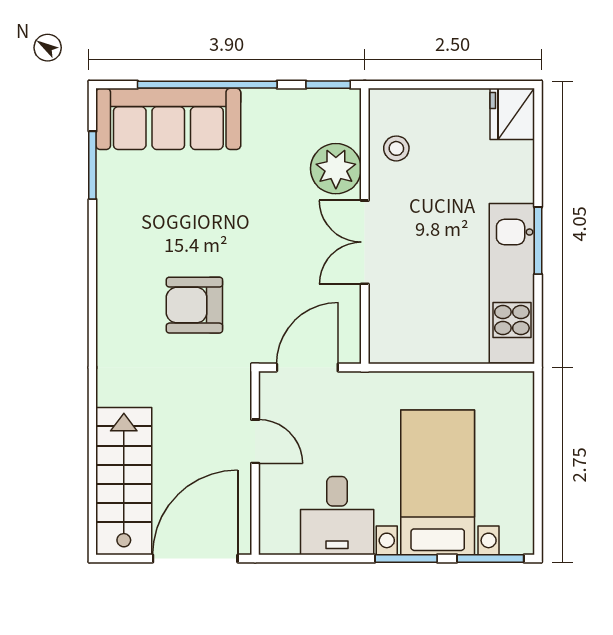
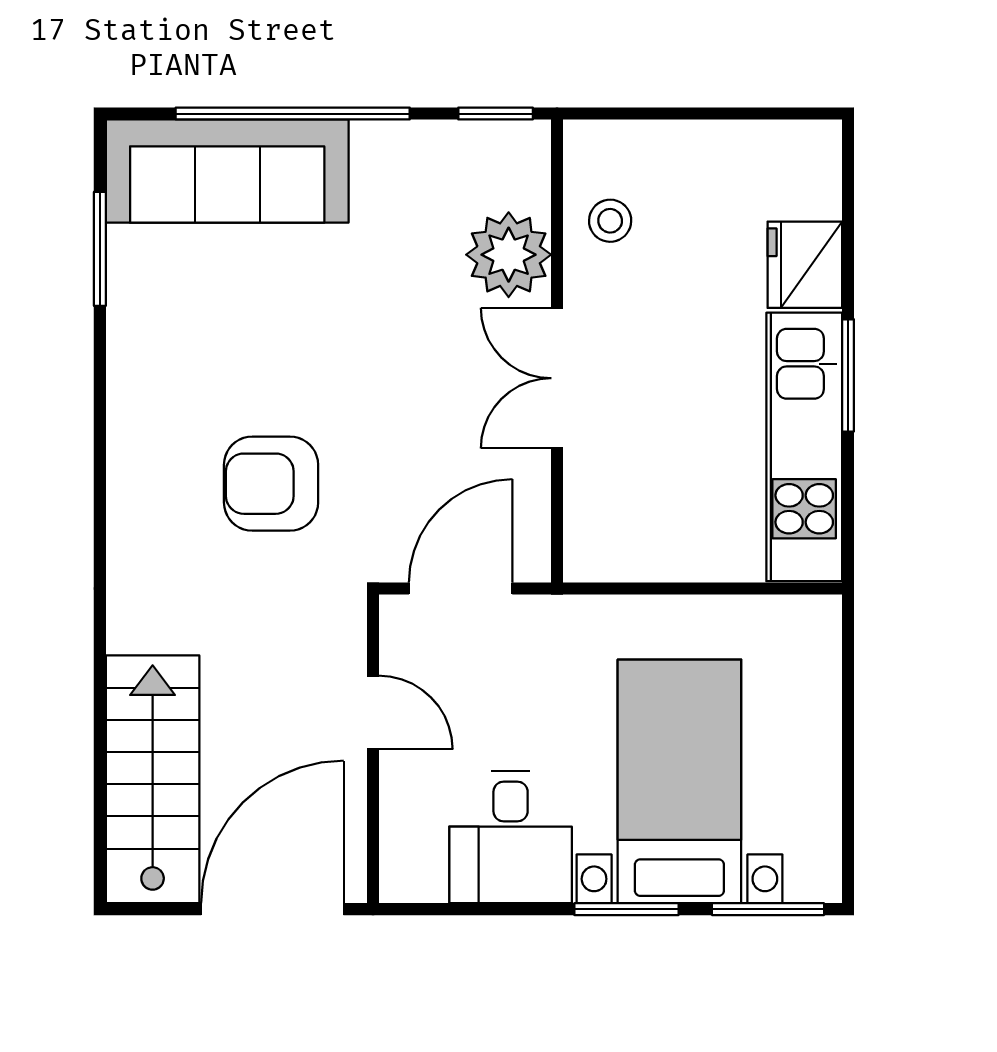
fridge: (512, 114) -> (805, 265), moved

